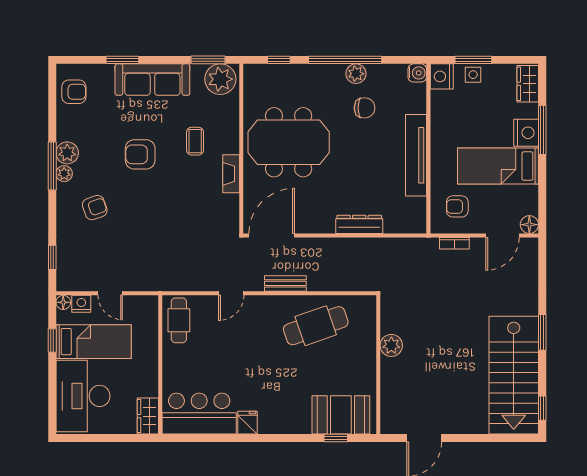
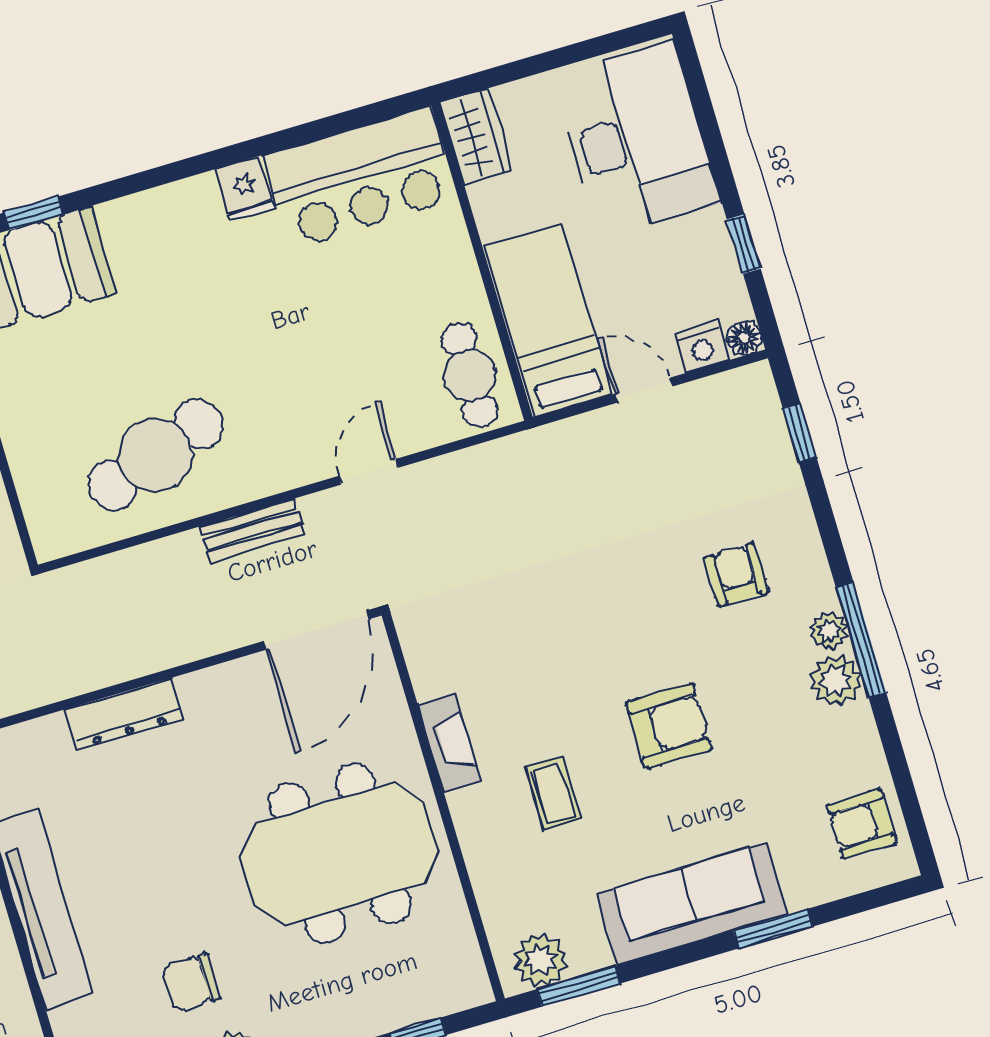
plant: (220, 79) -> (540, 960), width x0.73, depth x0.73
armchair: (95, 208) -> (736, 575), turned 109
bed: (94, 342) -> (548, 321), moved, turned 90

